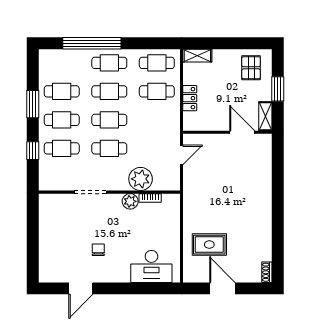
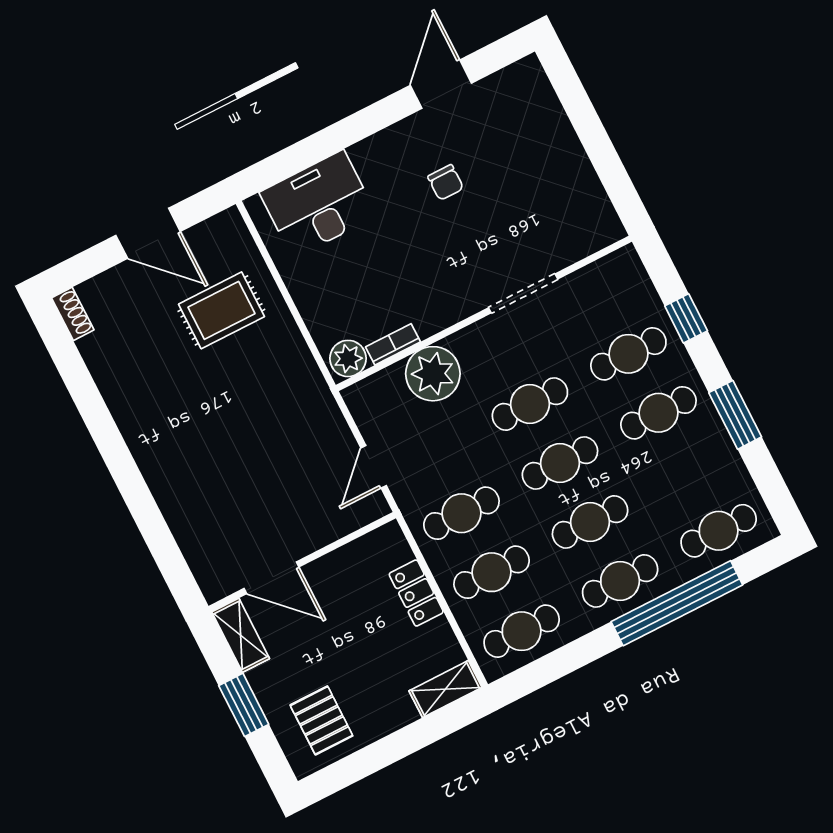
cafe table: (62, 91) -> (719, 531), moved
cafe table: (157, 120) -> (461, 513), added
plant: (130, 201) -> (348, 358), moved

